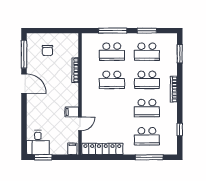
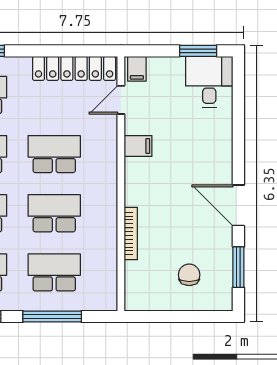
window: (24, 54) -> (238, 267), width x0.69
school desk: (112, 108) -> (54, 154), added
door: (80, 124) -> (121, 100), moved

